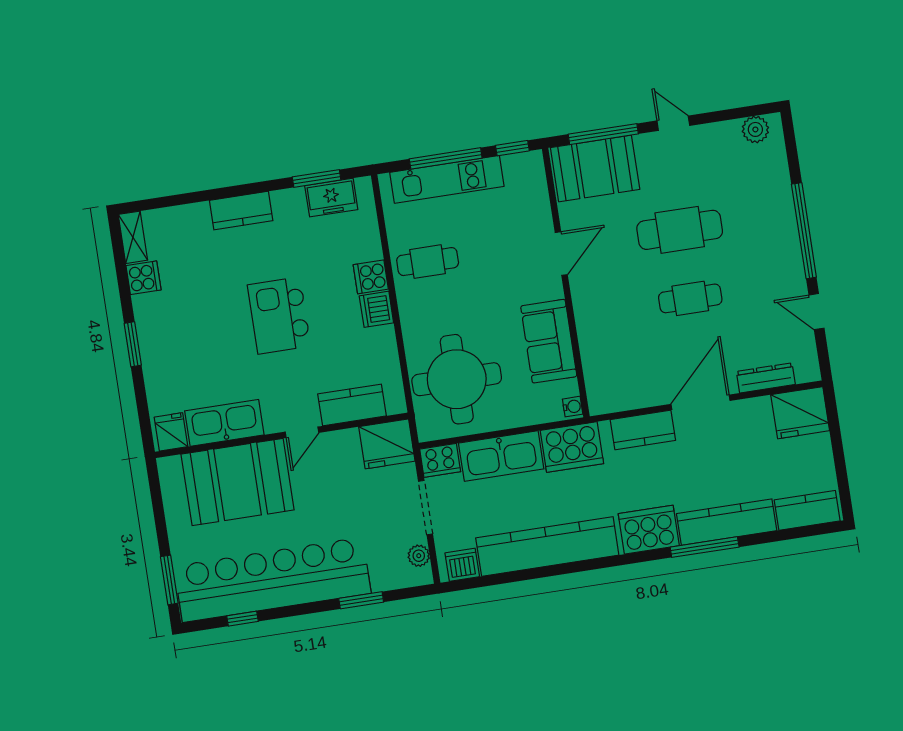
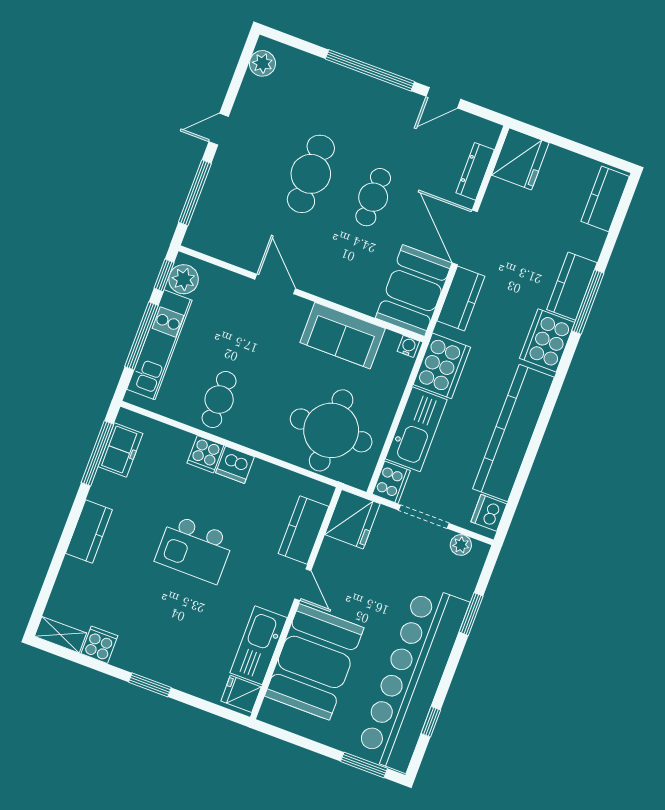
plant: (519, 168) -> (184, 279), added
booth: (595, 168) -> (414, 291), moved
window: (317, 178) -> (97, 453), width x1.44
kitchen counter: (727, 522) -> (572, 286), width x0.67

